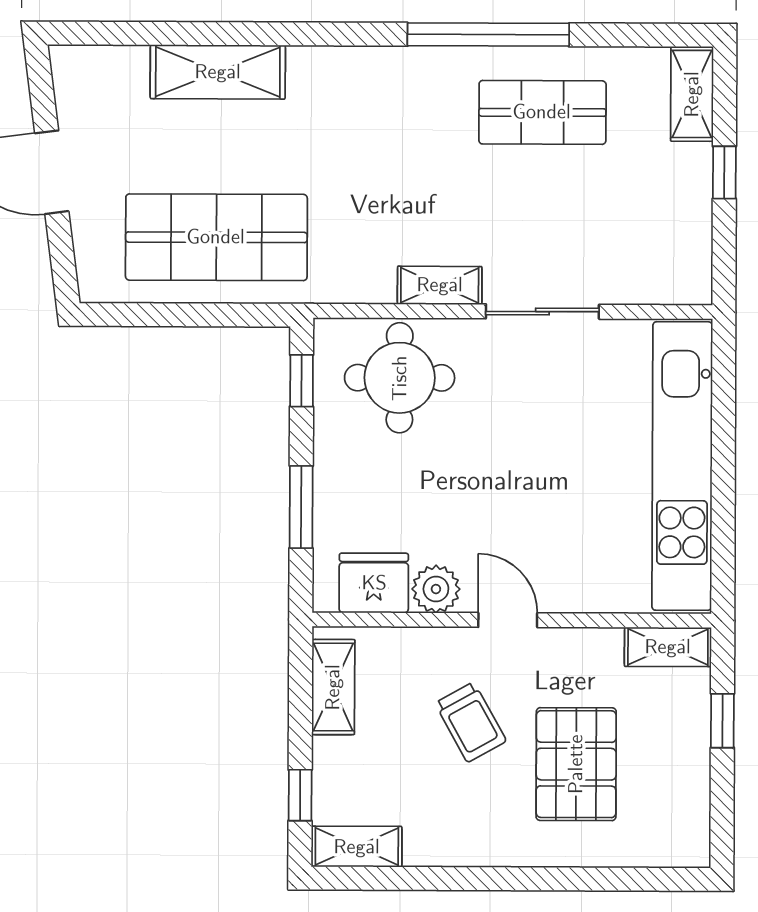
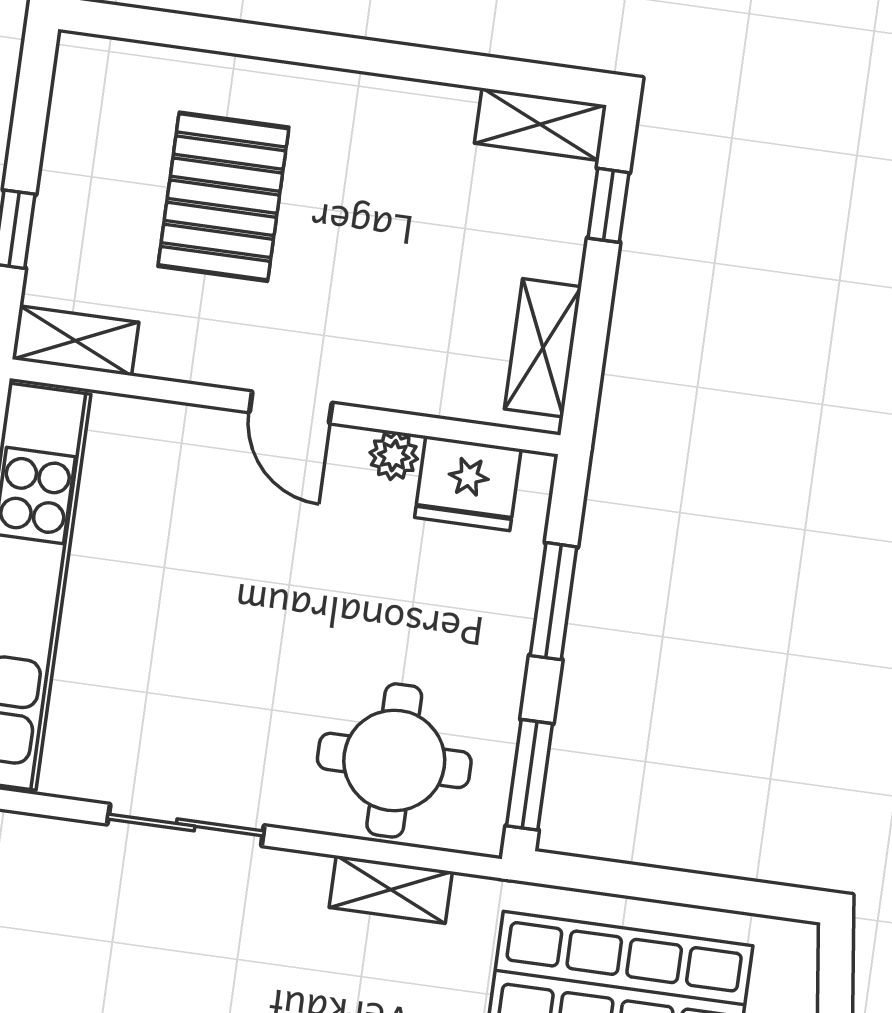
shelving: (440, 285) -> (391, 890), moved
window: (302, 381) -> (529, 775), width x1.50
plant: (436, 589) -> (394, 456), width x0.73, depth x0.73
trolley: (471, 722) -> (361, 274), removed

